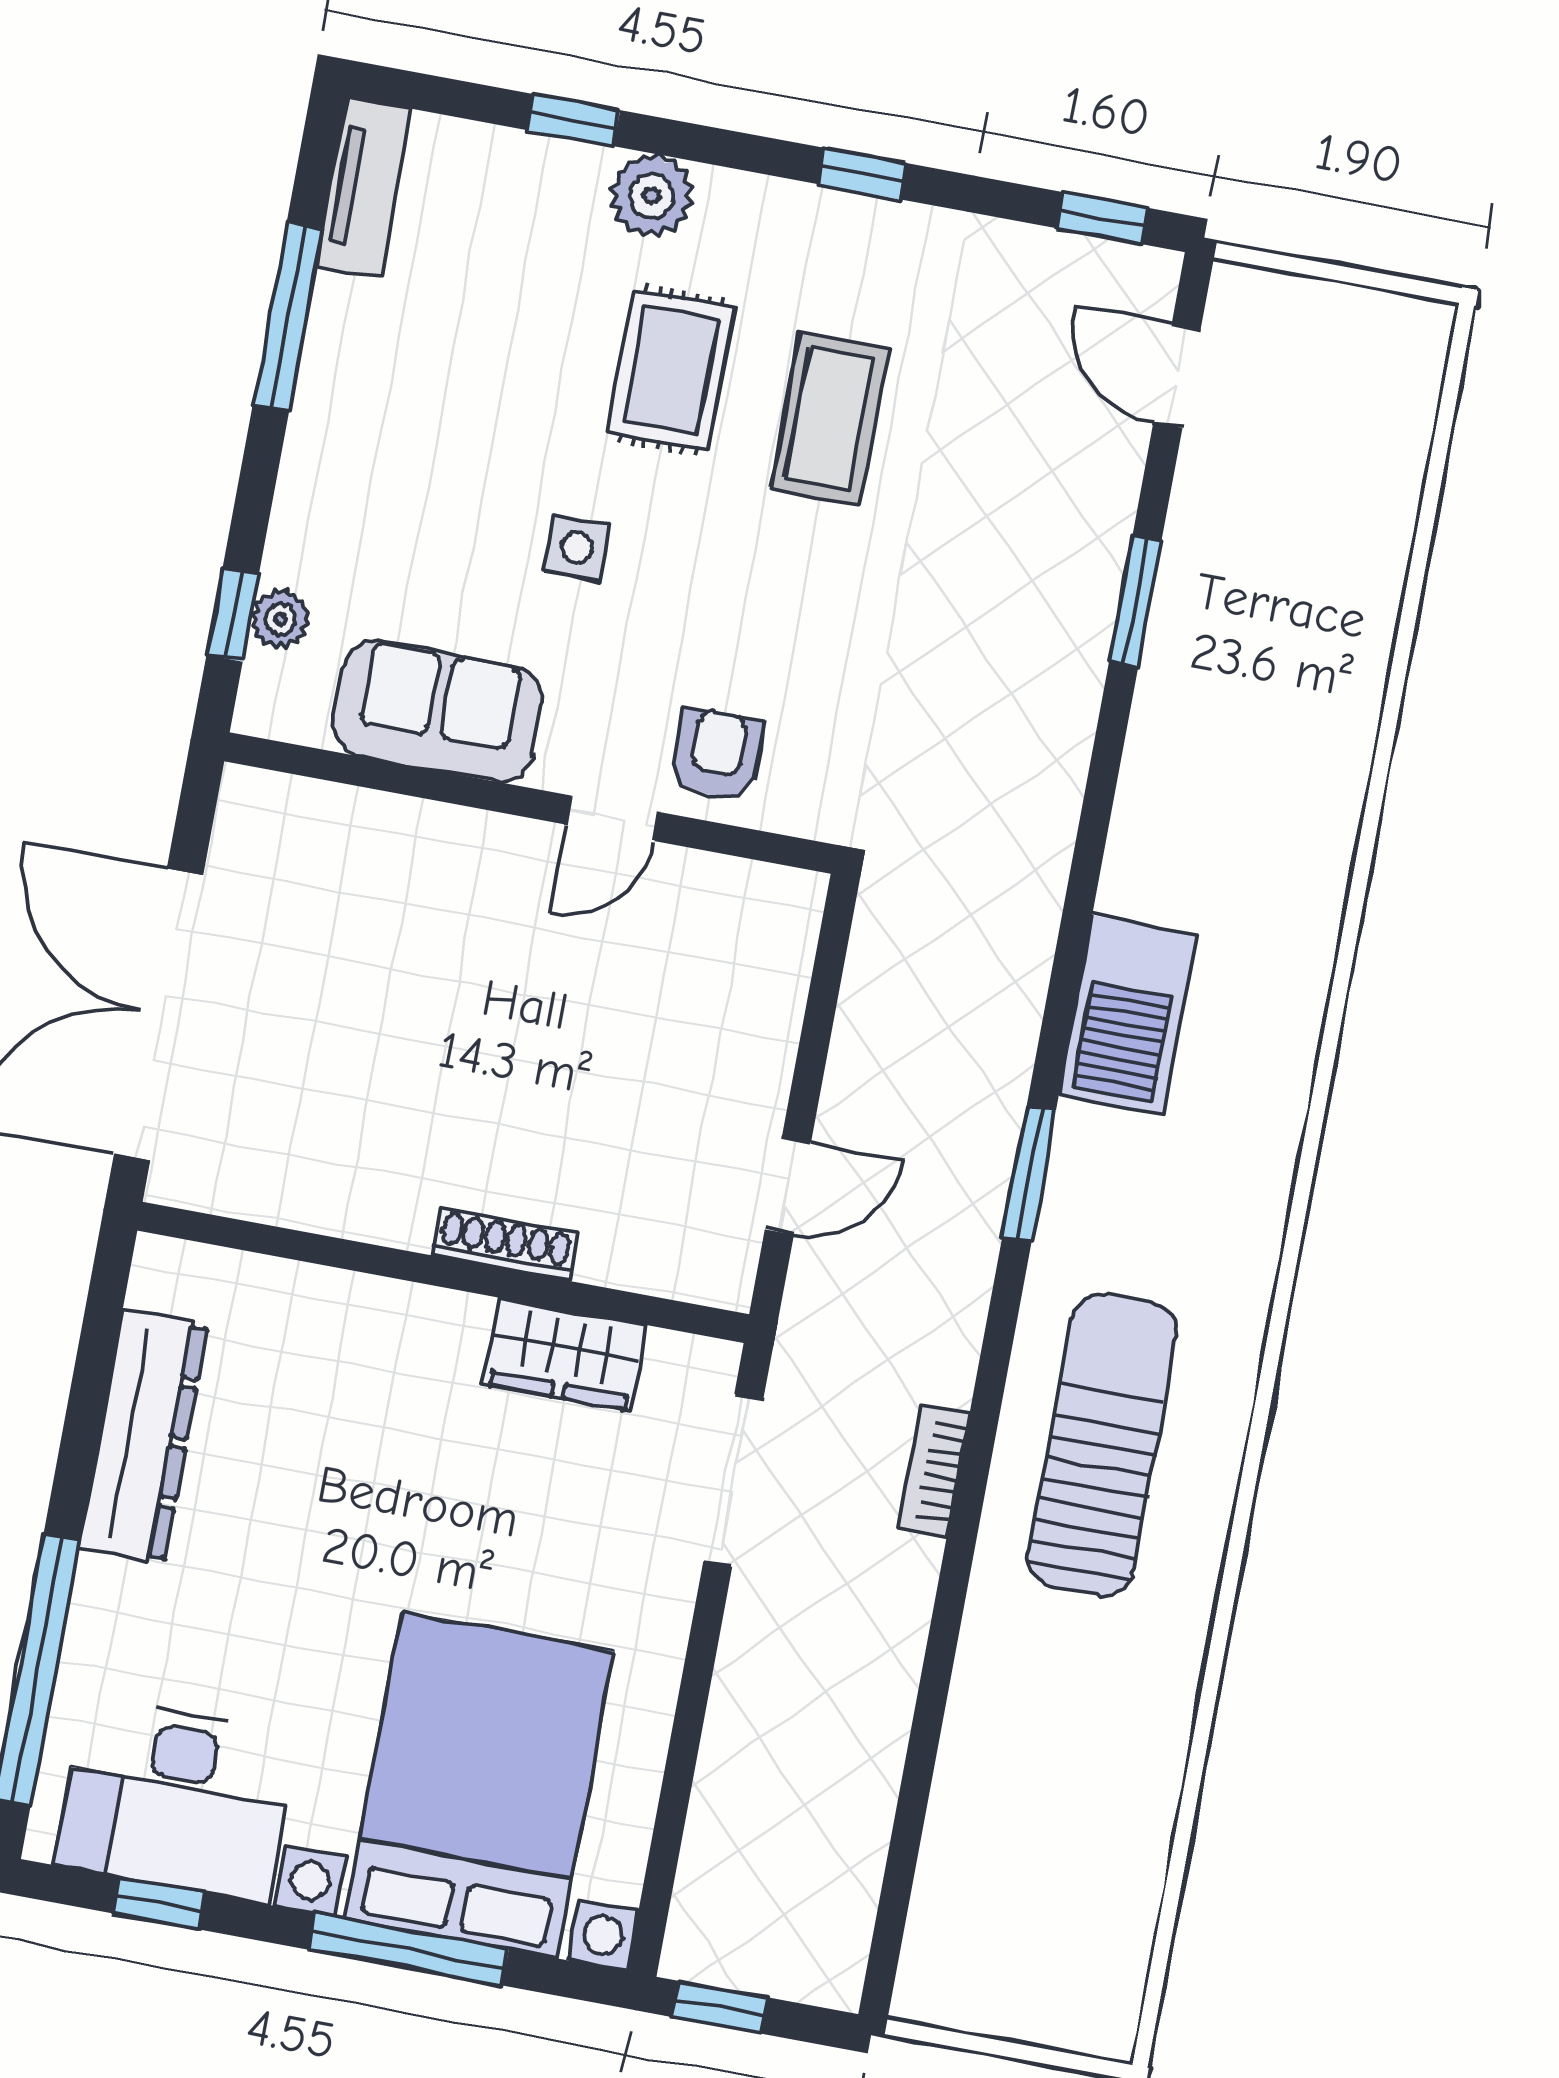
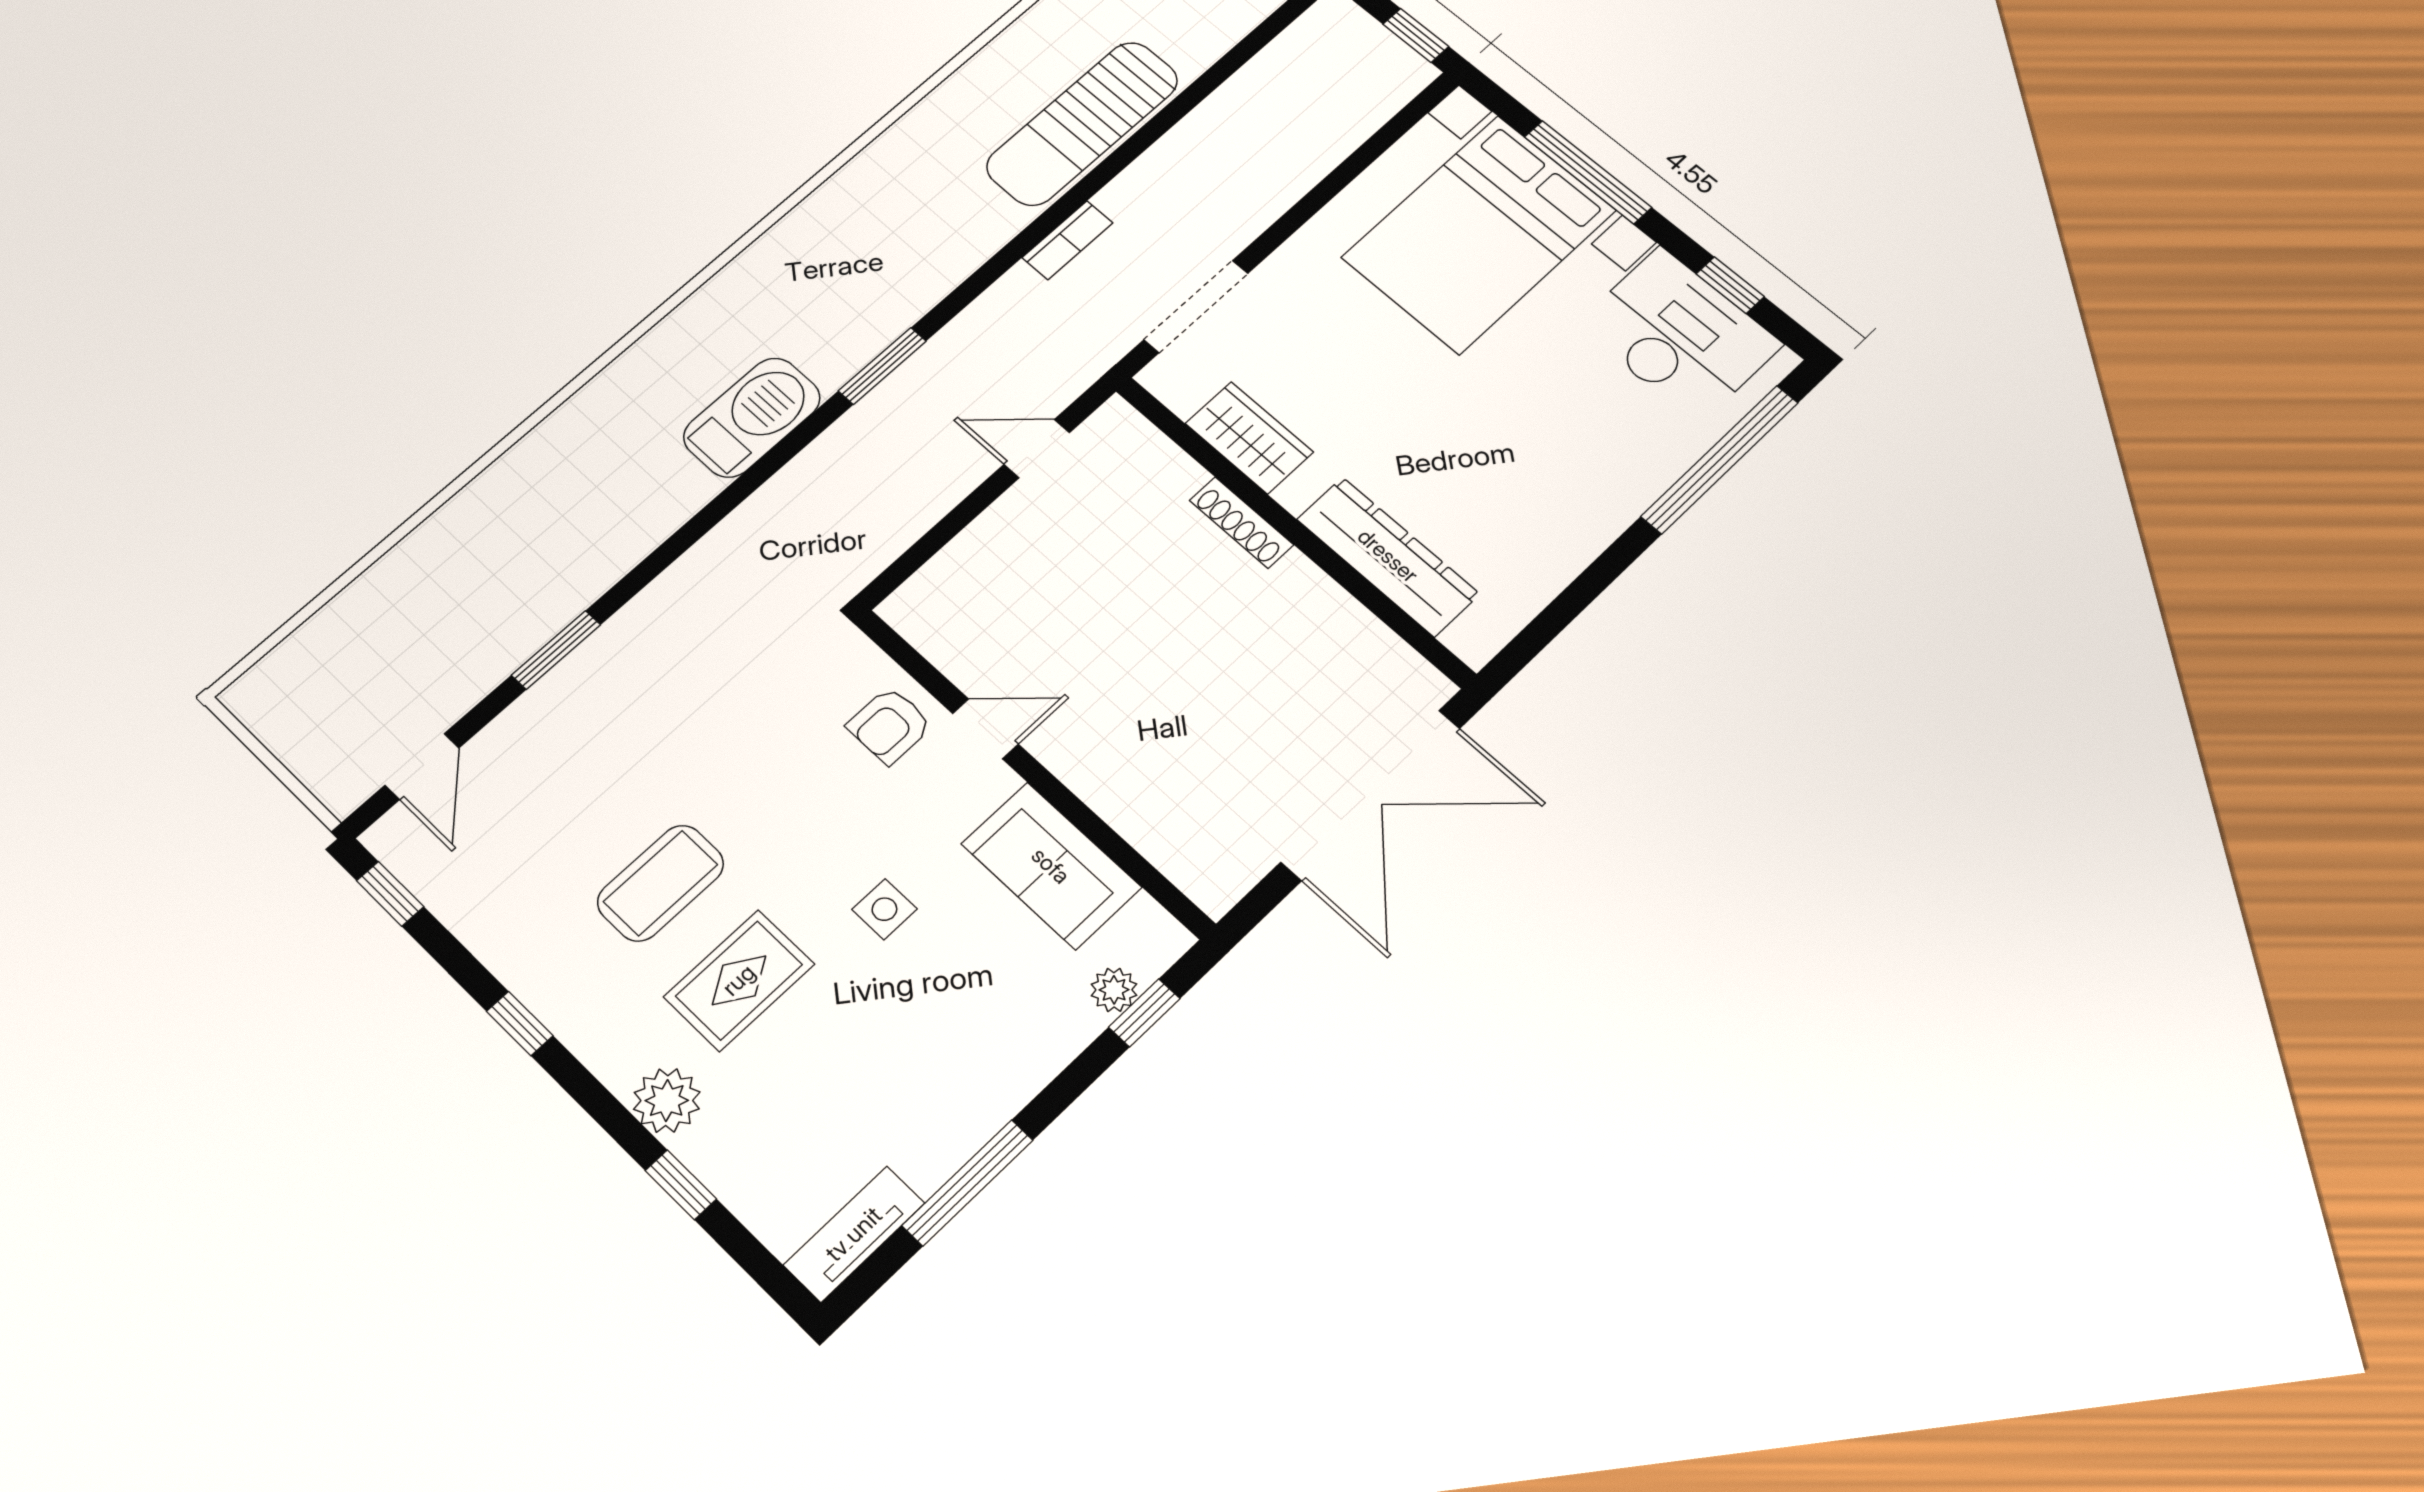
dresser: (143, 1436) -> (1388, 556), moved, turned 90
sun lounger: (1103, 1445) -> (1082, 123), moved

